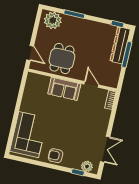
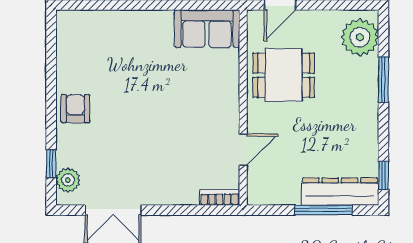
sofa: (64, 89) -> (207, 29), moved, turned -90
corner sofa: (29, 135) -> (107, 42), removed

